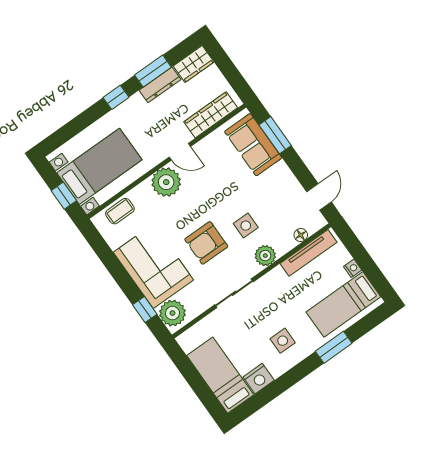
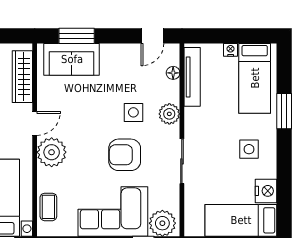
door: (319, 197) -> (152, 36), swing flipped
armchair: (206, 243) -> (125, 155), turned 90

